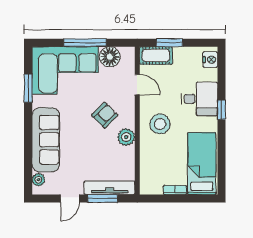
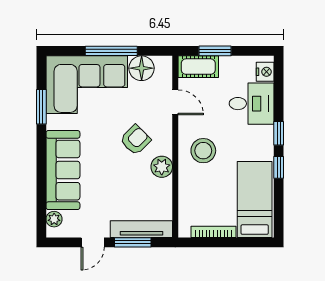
desk: (199, 99) -> (252, 104), moved
window: (221, 138) -> (279, 167), added
bookcase: (175, 190) -> (214, 232), width x1.56

